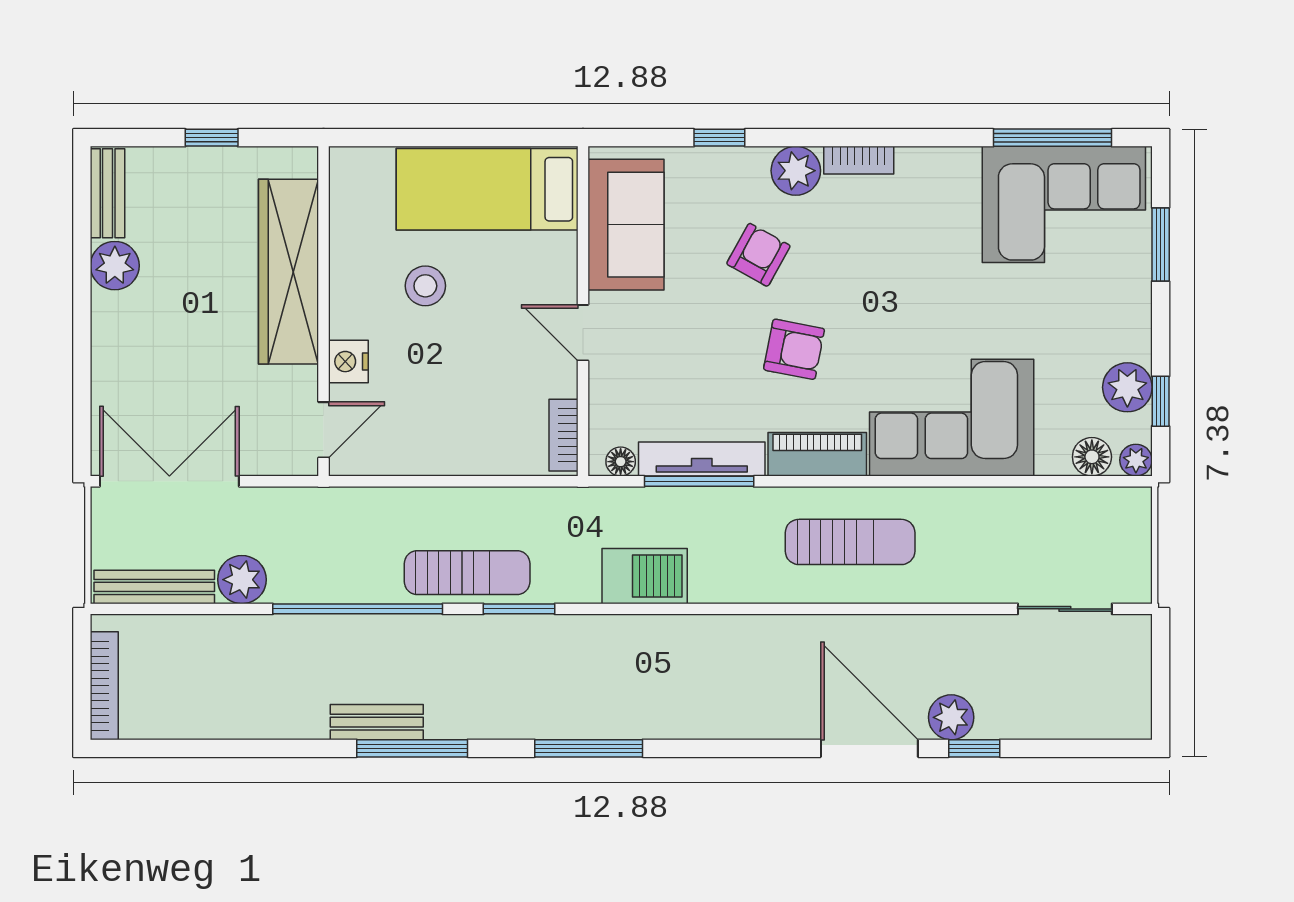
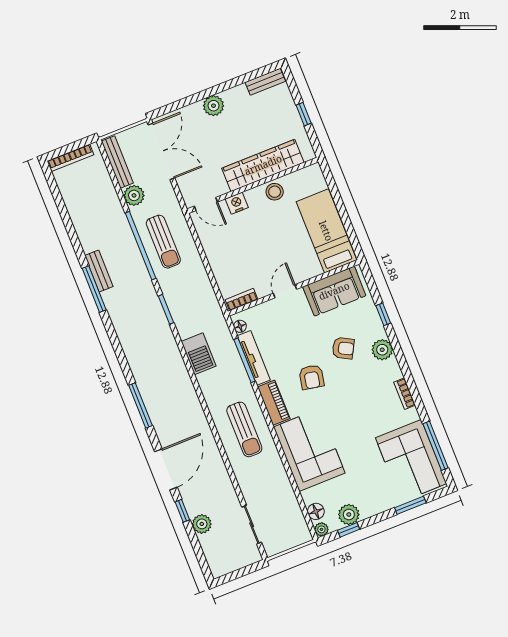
bookcase: (859, 160) -> (405, 394), moved
plant: (115, 266) -> (214, 106), moved
stool: (425, 286) -> (275, 192), moved
sun lounger: (467, 573) -> (163, 242), moved
plant: (951, 717) -> (202, 524), moved
window: (589, 748) -> (140, 405), moved

